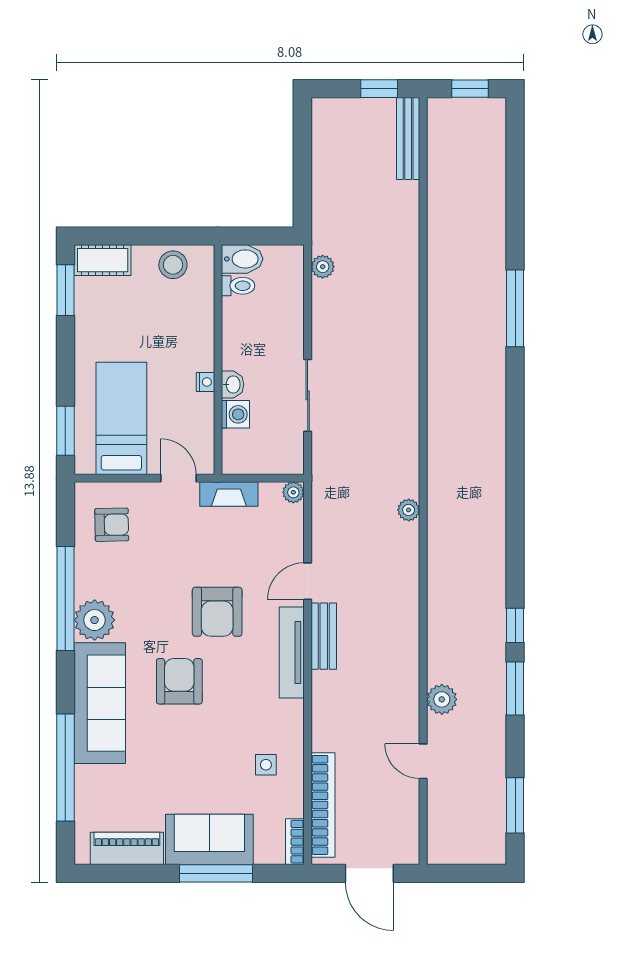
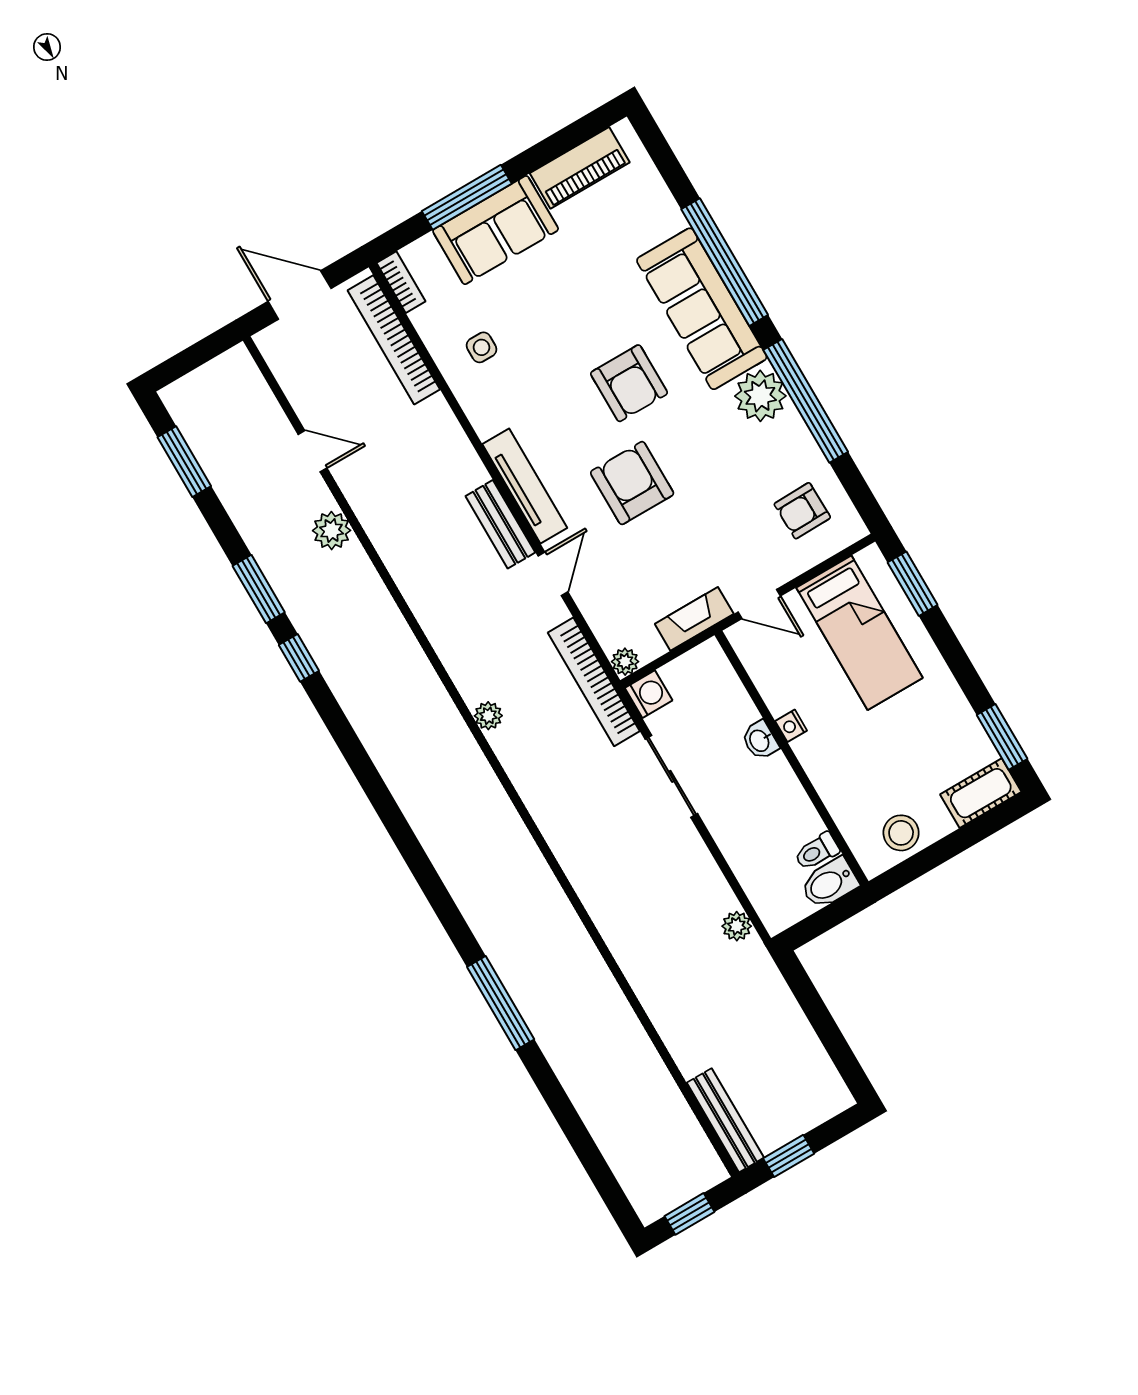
washing machine: (235, 414) -> (649, 694), moved, turned 180
bookcase: (323, 491) -> (594, 682), added
window: (65, 768) -> (725, 262), moved

